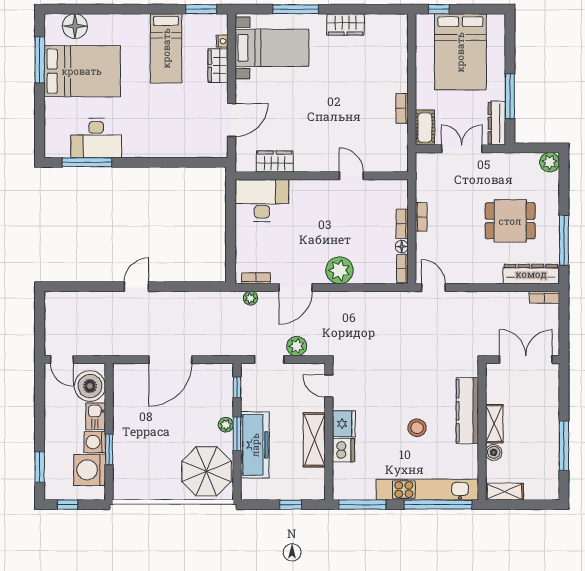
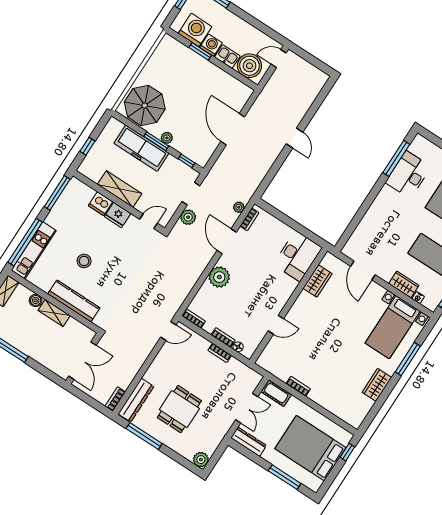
window: (510, 96) -> (285, 477), moved
floor lamp: (402, 247) -> (238, 347), moved
kitchen unit: (427, 490) -> (34, 250), width x0.73

